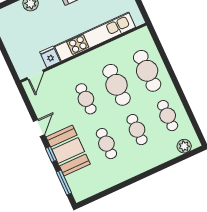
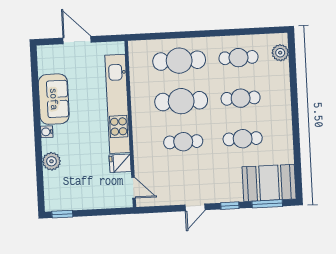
door: (39, 128) -> (195, 207), swing flipped
booth: (68, 150) -> (269, 183), moved

